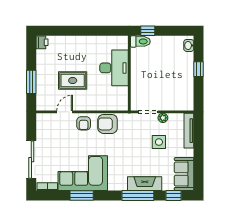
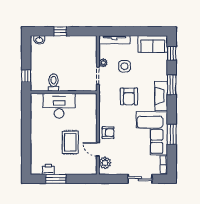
toilet: (140, 41) -> (53, 82), moved
printer: (42, 42) -> (48, 169), moved
window: (31, 82) -> (56, 179), moved
plant: (49, 120) -> (105, 163), added
armchair: (108, 124) -> (129, 96), moved
sliding door: (31, 160) -> (140, 179), width x0.73
fireplace: (145, 184) -> (161, 96), moved
window: (138, 195) -> (172, 85), width x0.69

